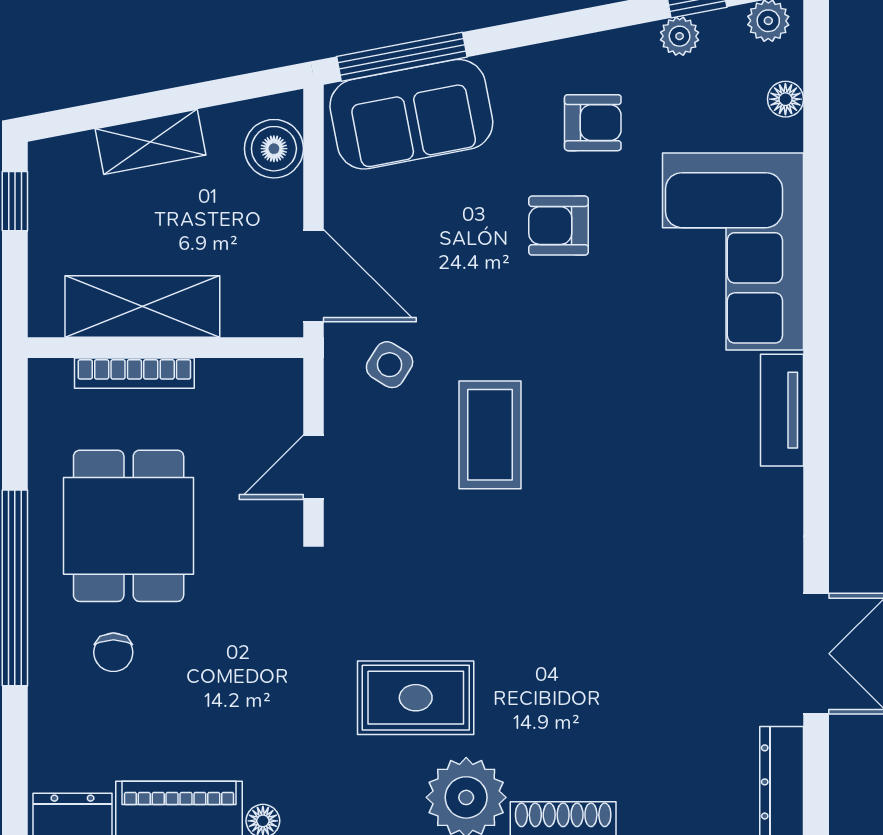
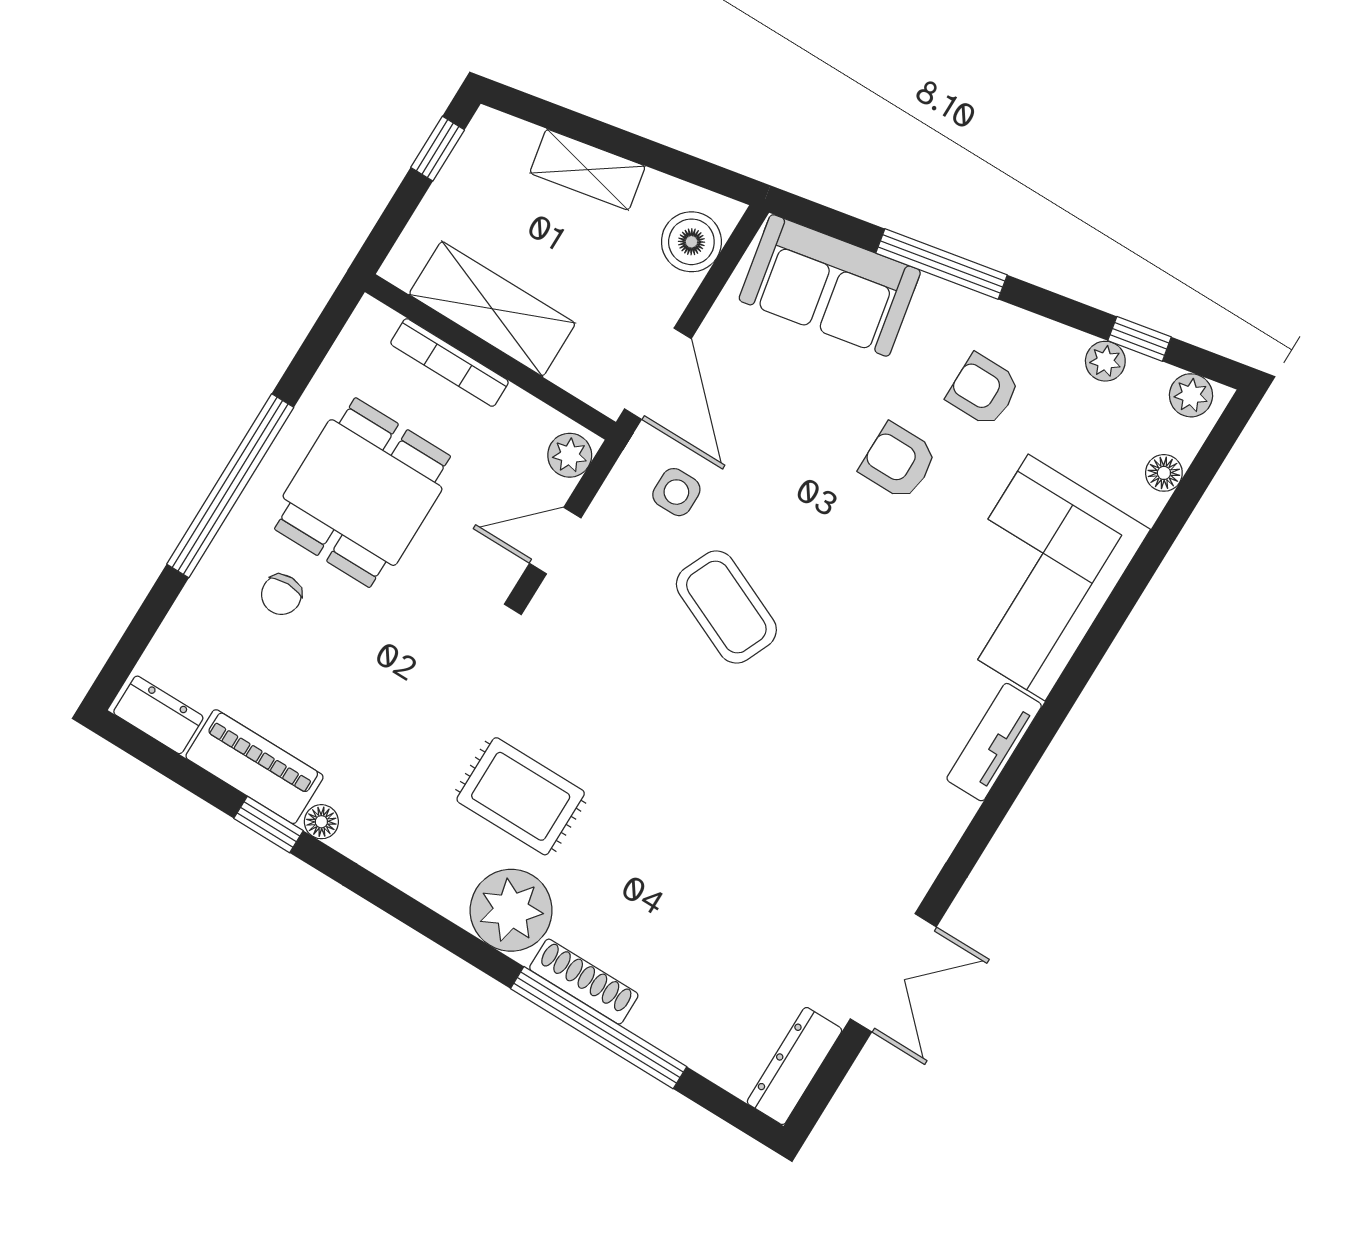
window: (402, 57) -> (942, 264), moved
armchair: (593, 123) -> (983, 390), turned 180
side table: (390, 365) -> (676, 492), turned -32
plant: (282, 389) -> (570, 455), added
coffee table: (490, 435) -> (726, 607), turned -66

